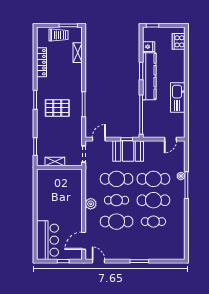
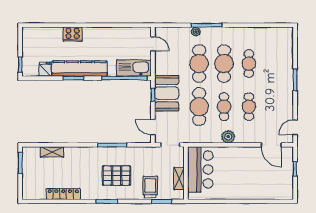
trolley: (58, 35) -> (150, 187), moved
cooker: (179, 41) -> (73, 34), moved
kitchen sink: (178, 97) -> (134, 68), moved, turned 180
pallet: (57, 108) -> (117, 176), turned 90
cafe table: (117, 222) -> (249, 107), width x0.73, depth x0.74
bar counter: (48, 240) -> (200, 169), moved, turned 90

